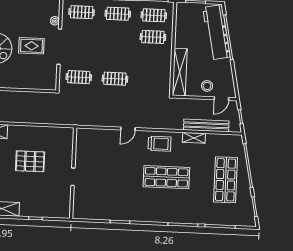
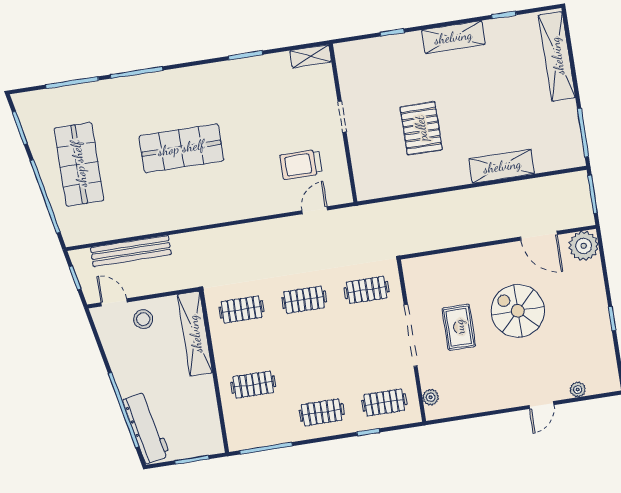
clothes rail: (154, 15) -> (241, 310), moved
plant: (55, 21) -> (431, 397), moved
workbench: (216, 32) -> (146, 428), width x0.73, depth x0.76
rug: (31, 46) -> (459, 327), turned 90
door: (221, 99) -> (114, 302), hinge flipped
door: (128, 129) -> (315, 210), moved
shelving: (194, 138) -> (311, 56), moved
trolley: (159, 144) -> (301, 164), moved
pallet: (30, 161) -> (421, 128), turned 90

